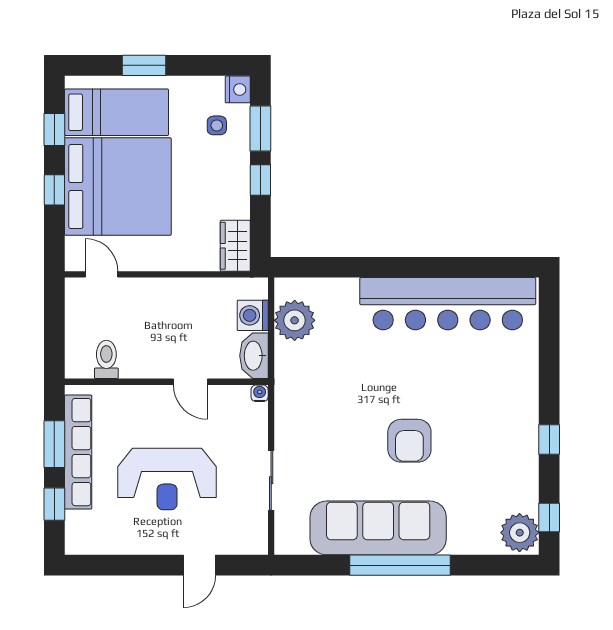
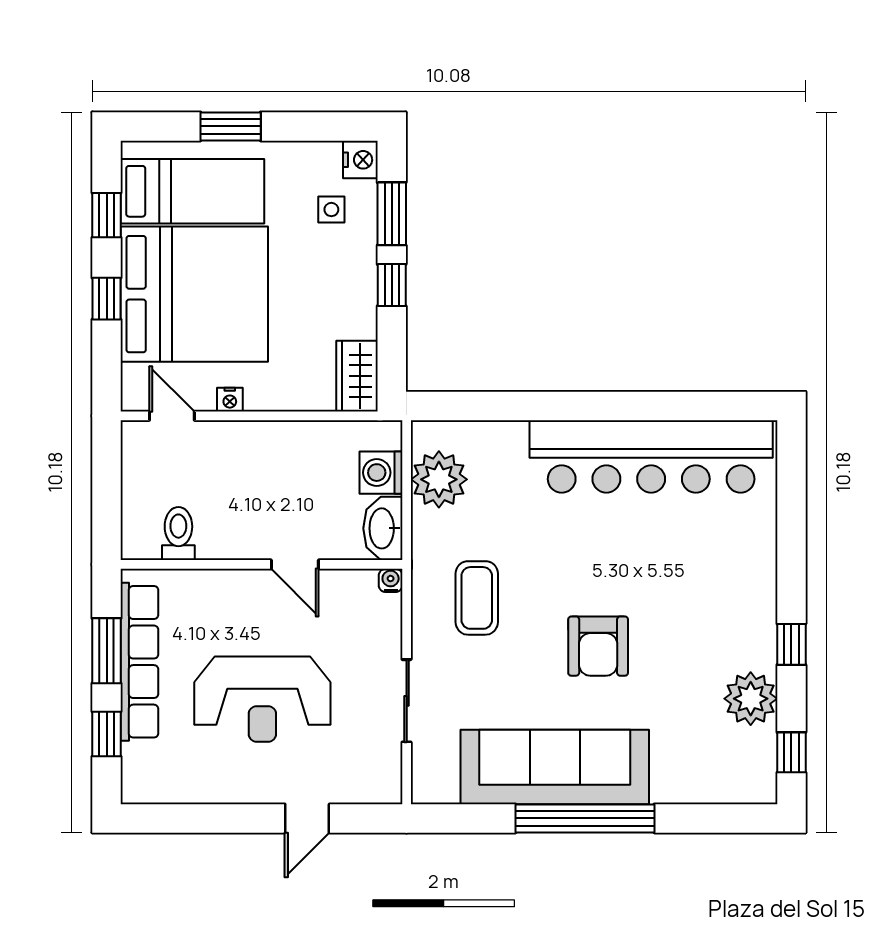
nightstand: (143, 263) -> (230, 400), added
coffee table: (322, 406) -> (477, 598), added
plant: (520, 533) -> (751, 699), moved

